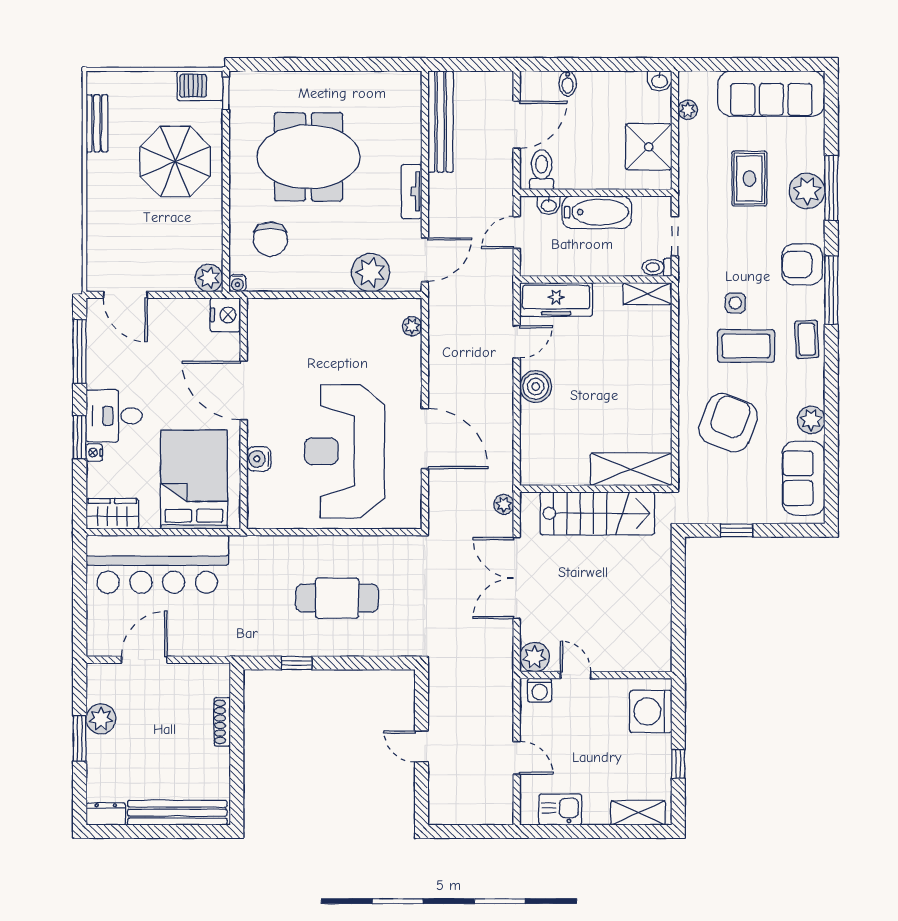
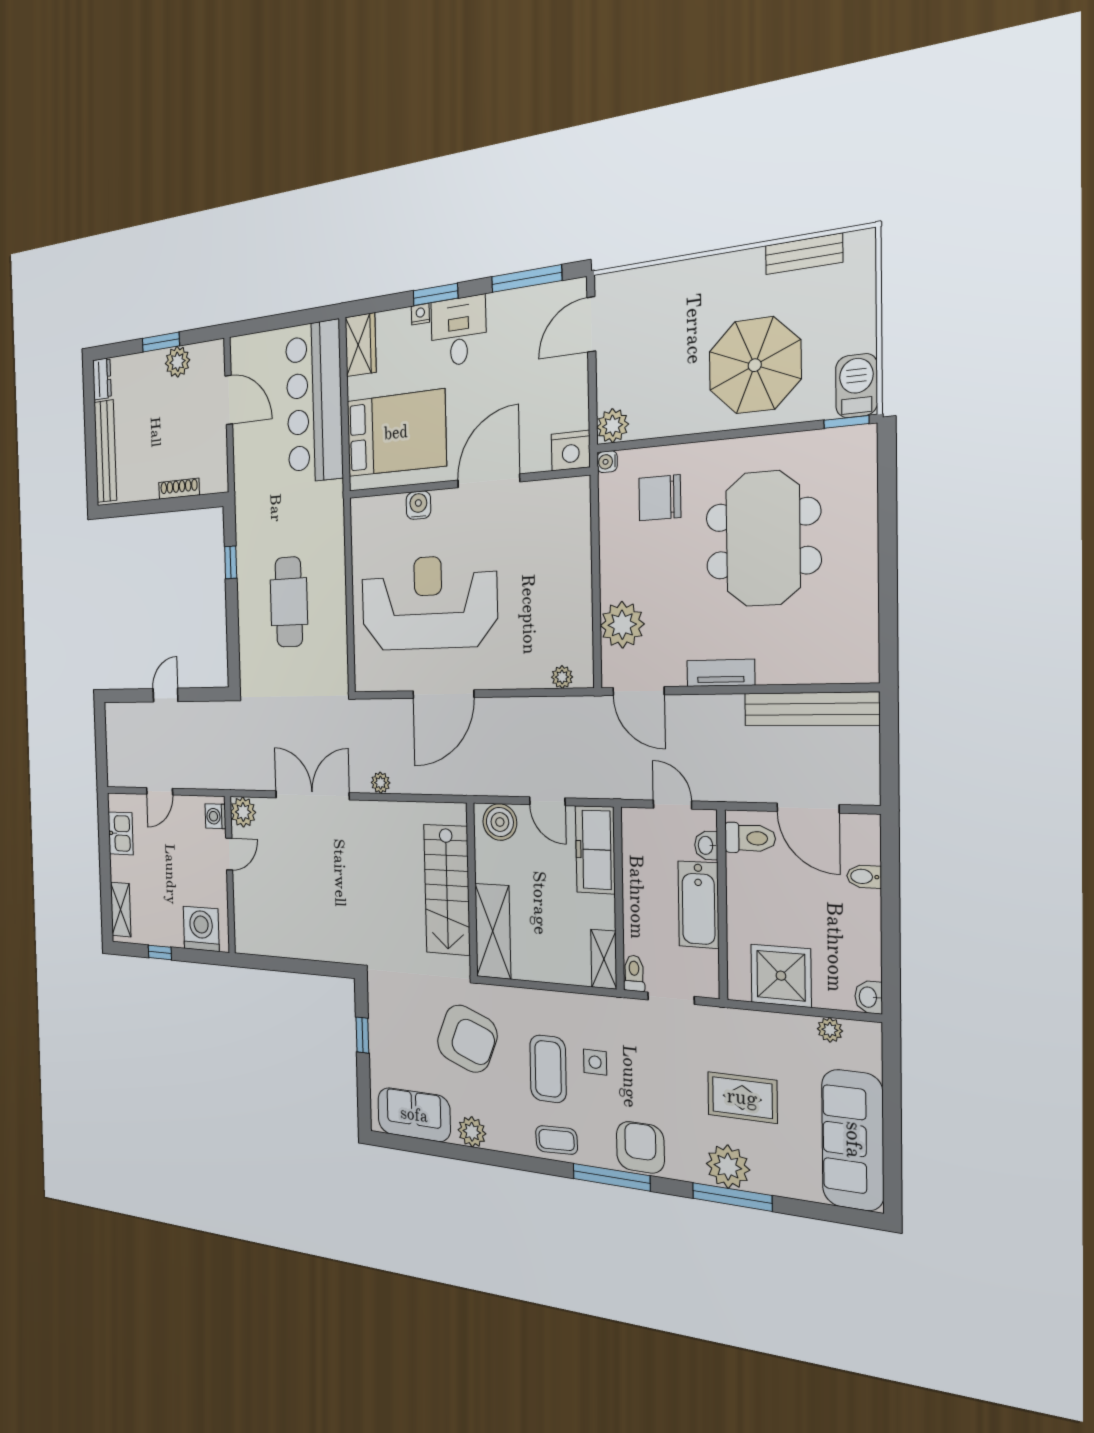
shelving: (631, 469) -> (493, 931), moved
wall: (596, 489) -> (472, 890), moved
stairs: (597, 513) -> (447, 890), moved

